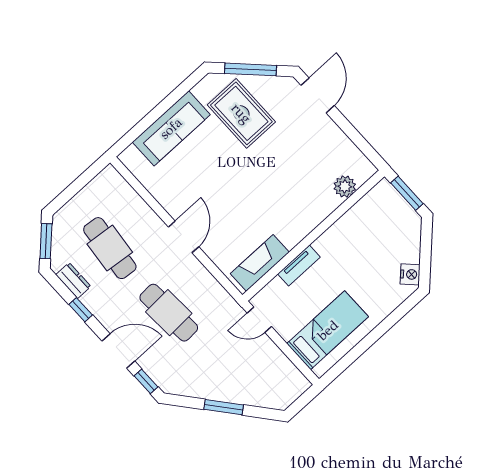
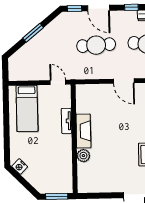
plant: (345, 186) -> (83, 156), moved
fireplace: (260, 263) -> (83, 131), moved
door: (259, 320) -> (58, 82), hinge flipped
door: (118, 351) -> (99, 8), hinge flipped

